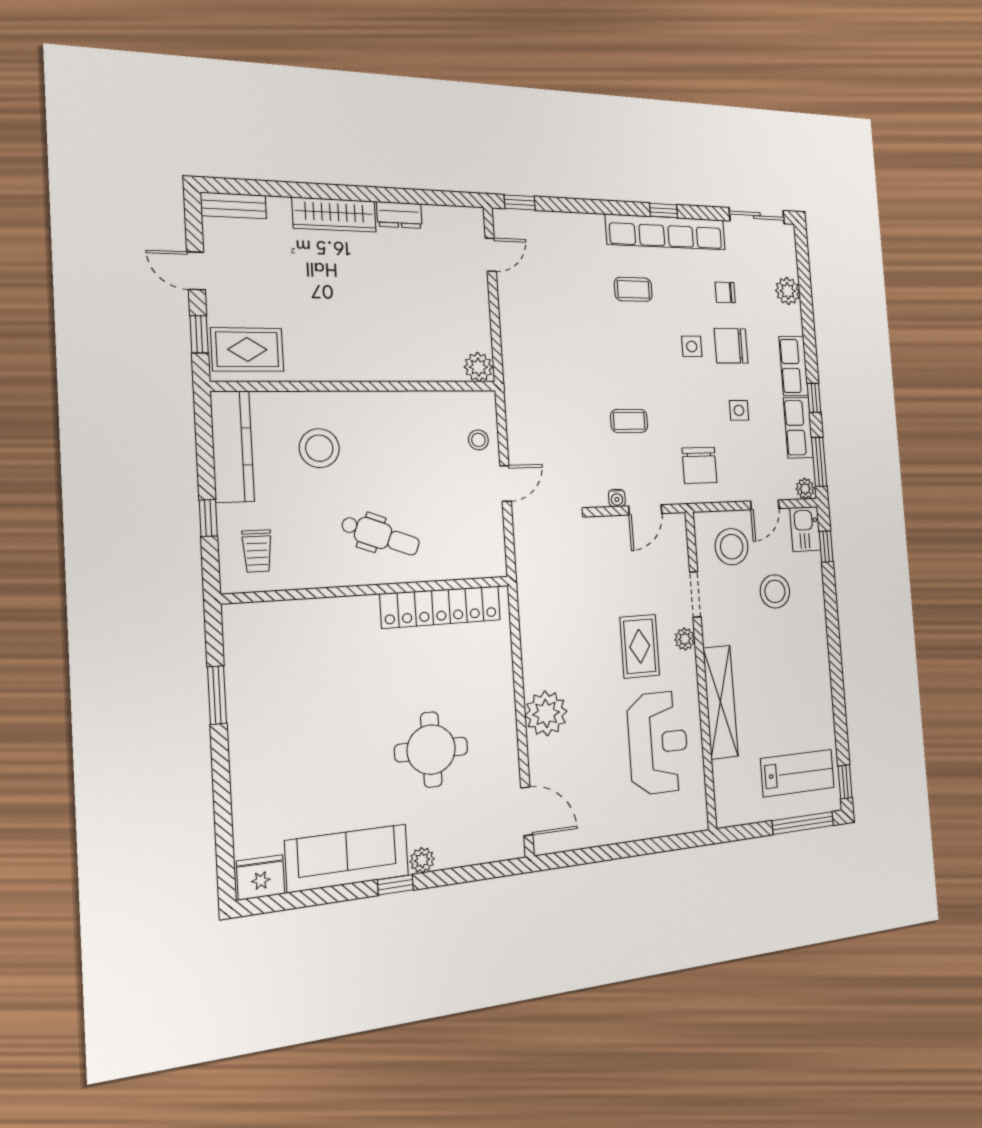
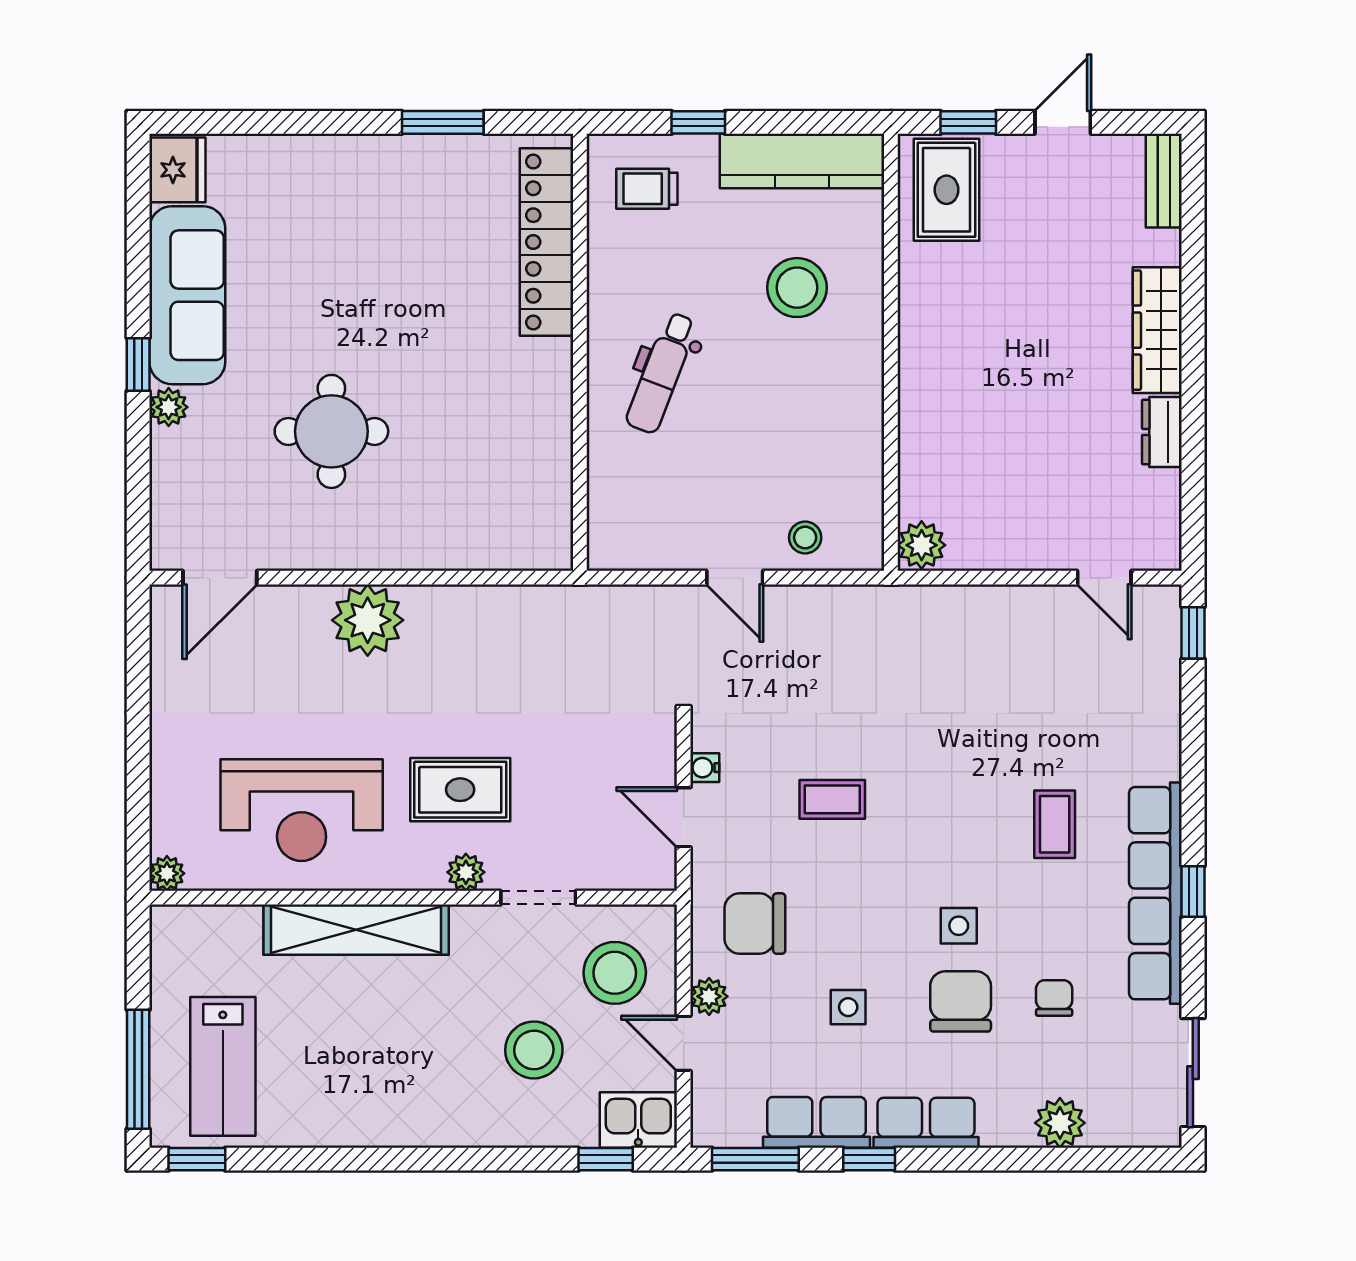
coffee table: (629, 421) -> (832, 799), turned 90
plant: (805, 489) -> (709, 996), moved
locker: (441, 607) -> (547, 242), moved
plant: (699, 821) -> (167, 873), added

